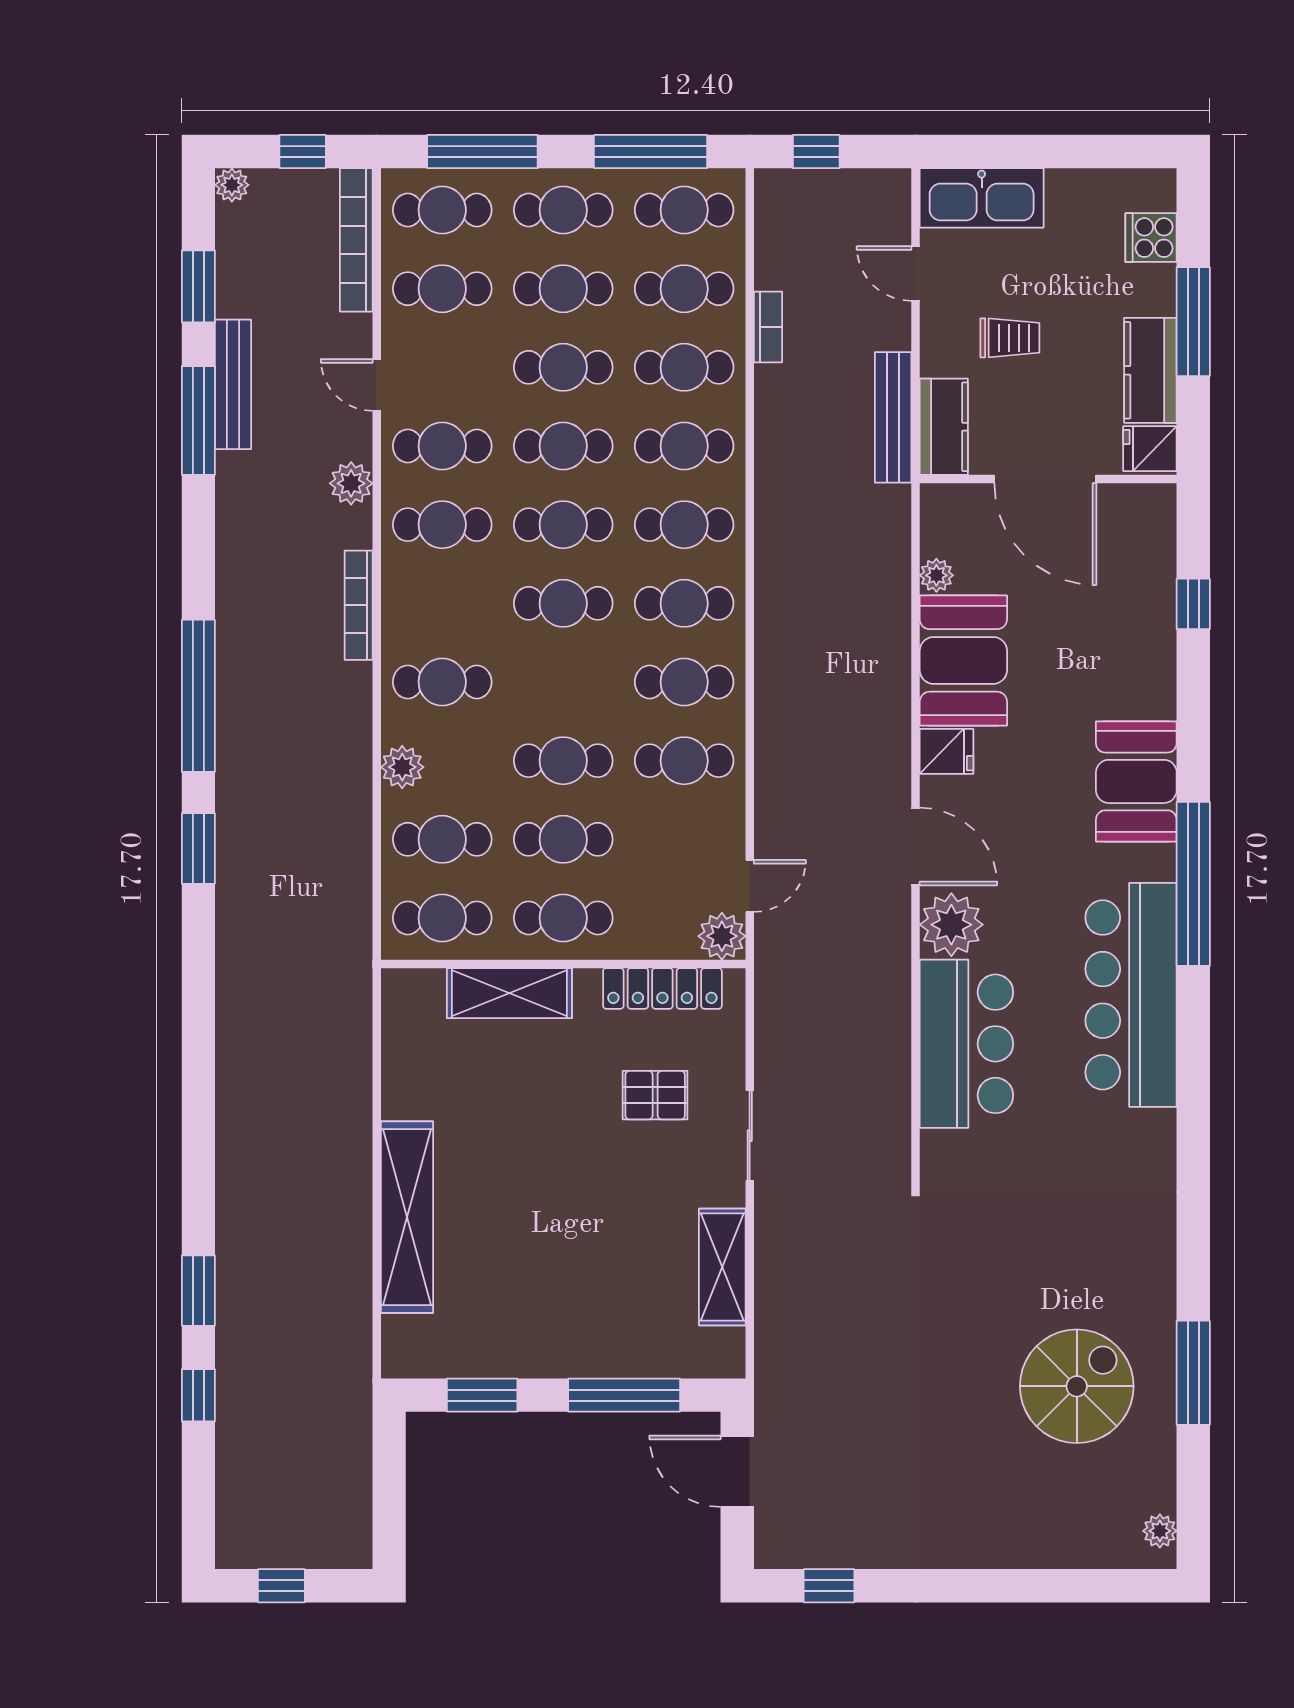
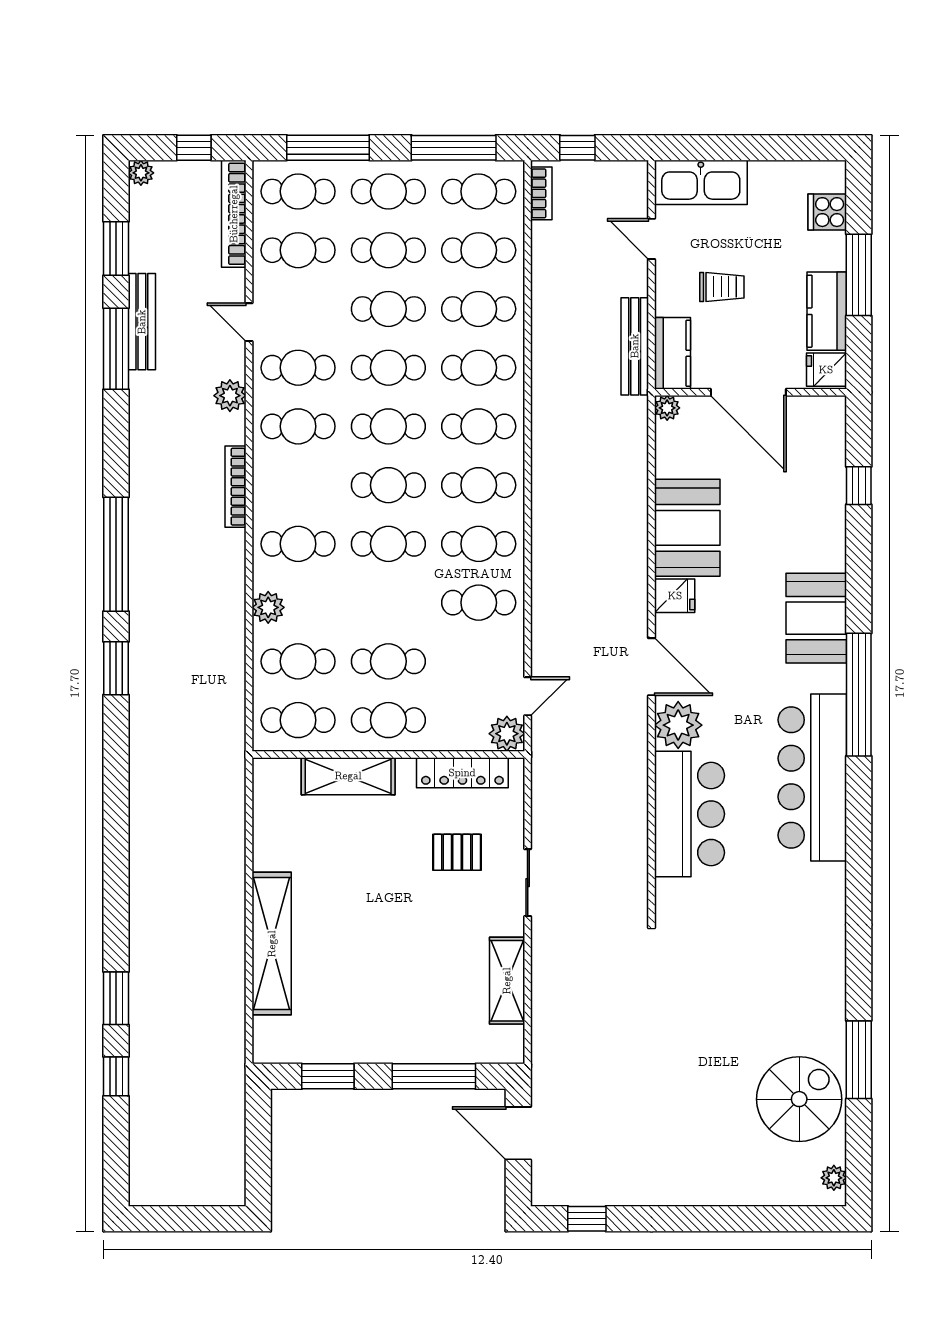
bookcase: (768, 327) -> (541, 193), moved
plant: (936, 575) -> (667, 408), moved
cafe table: (563, 761) -> (388, 544), moved
spiral stairs: (1077, 1386) -> (799, 1099), moved
window: (281, 1586) -> (178, 1219), removed

